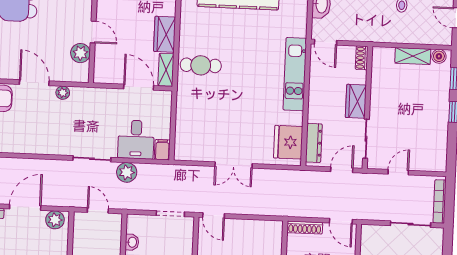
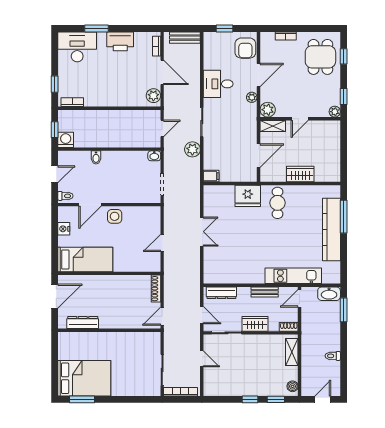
plant: (80, 53) -> (268, 110), moved
shelving: (413, 56) -> (292, 352), moved
shelving: (166, 70) -> (273, 126), moved
kitchen unit: (295, 74) -> (293, 276), moved
bench: (315, 87) -> (265, 292), added
desk: (136, 140) -> (218, 84), moved
fridge: (288, 142) -> (248, 196), moved, turned 180
double door: (234, 165) -> (202, 232), swing flipped
door: (214, 216) -> (162, 243), moved
washbasin: (132, 242) -> (154, 156), moved

